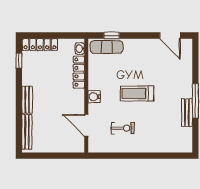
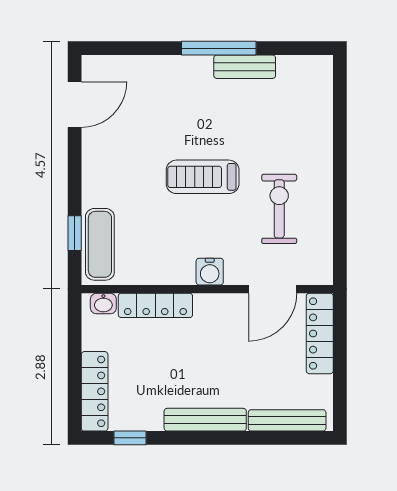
treadmill: (137, 93) -> (203, 177), turned 90
bench: (27, 100) -> (205, 420), width x1.36
exercise bike: (123, 128) -> (279, 209), width x1.38, depth x1.39
locker: (66, 147) -> (320, 333), added

